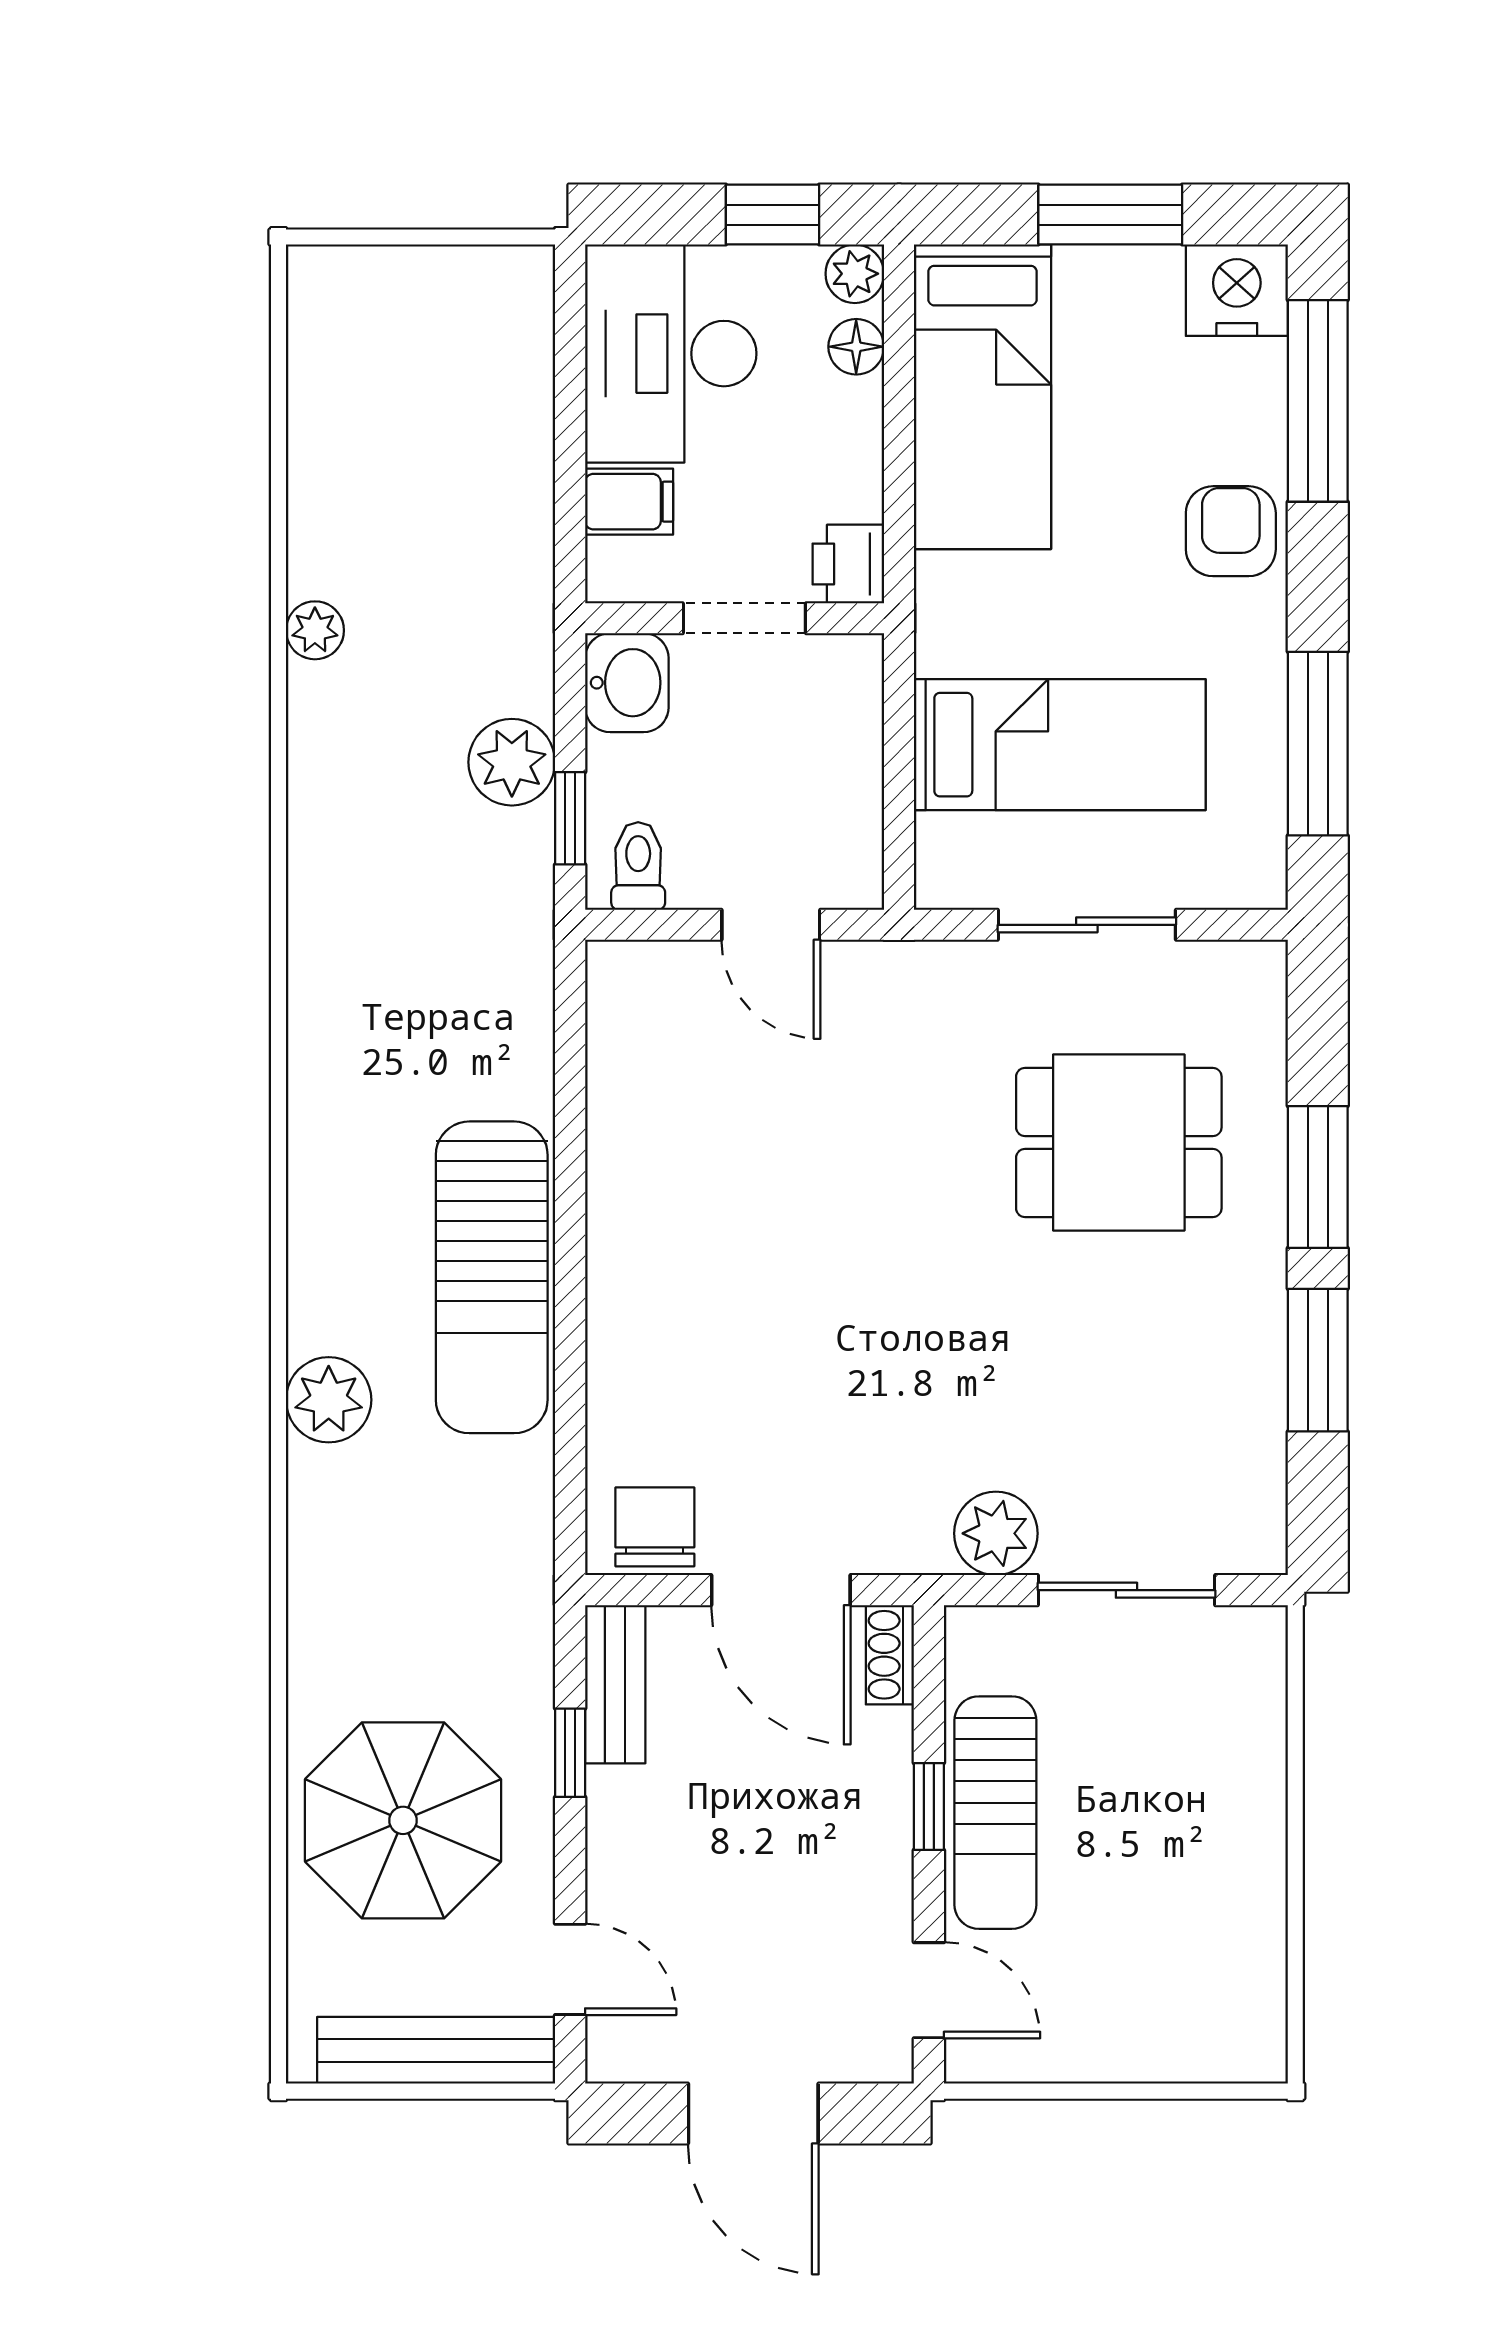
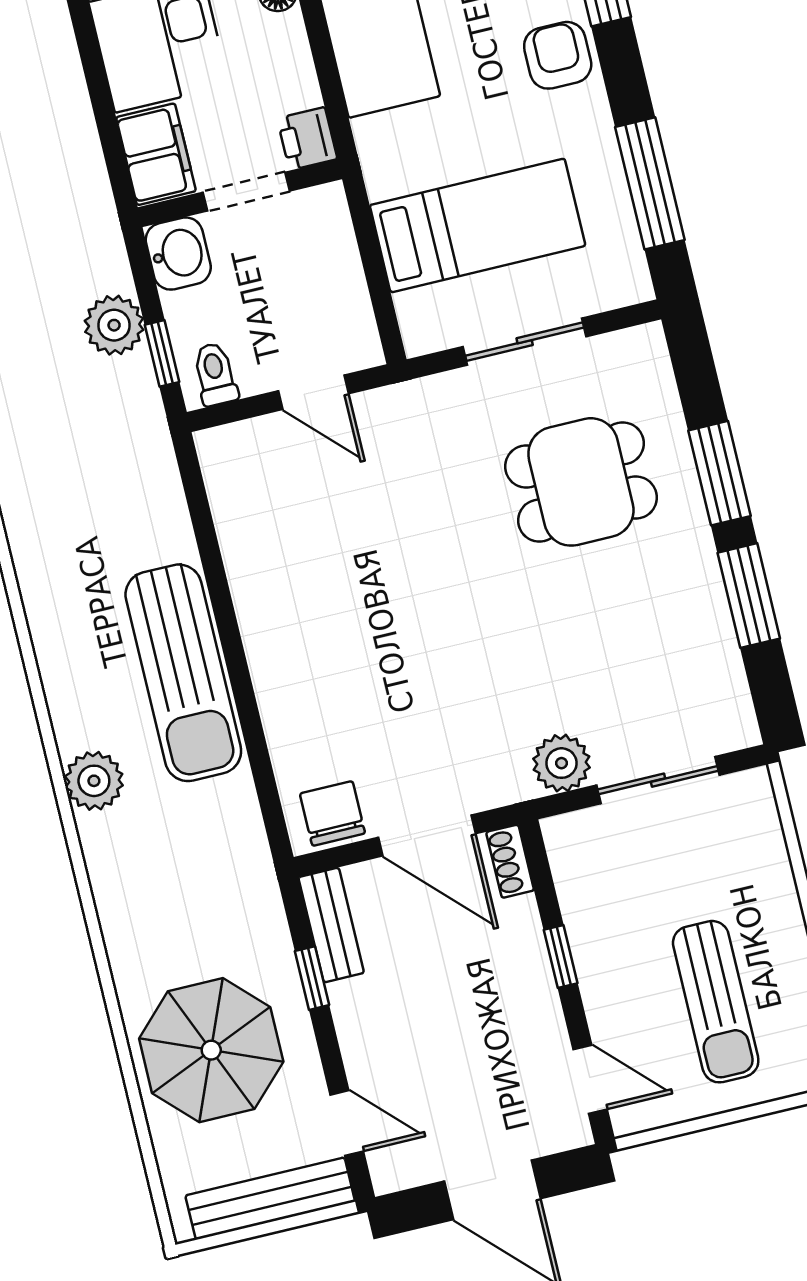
filing cabinet: (629, 502) -> (156, 154), width x2.00
sun lounger: (995, 1813) -> (716, 1002), moved

